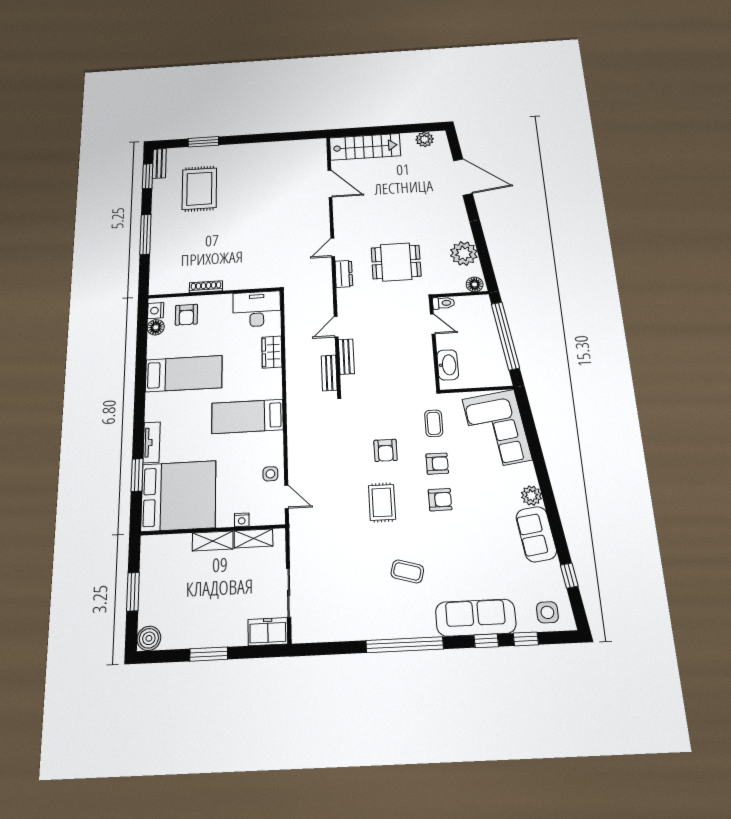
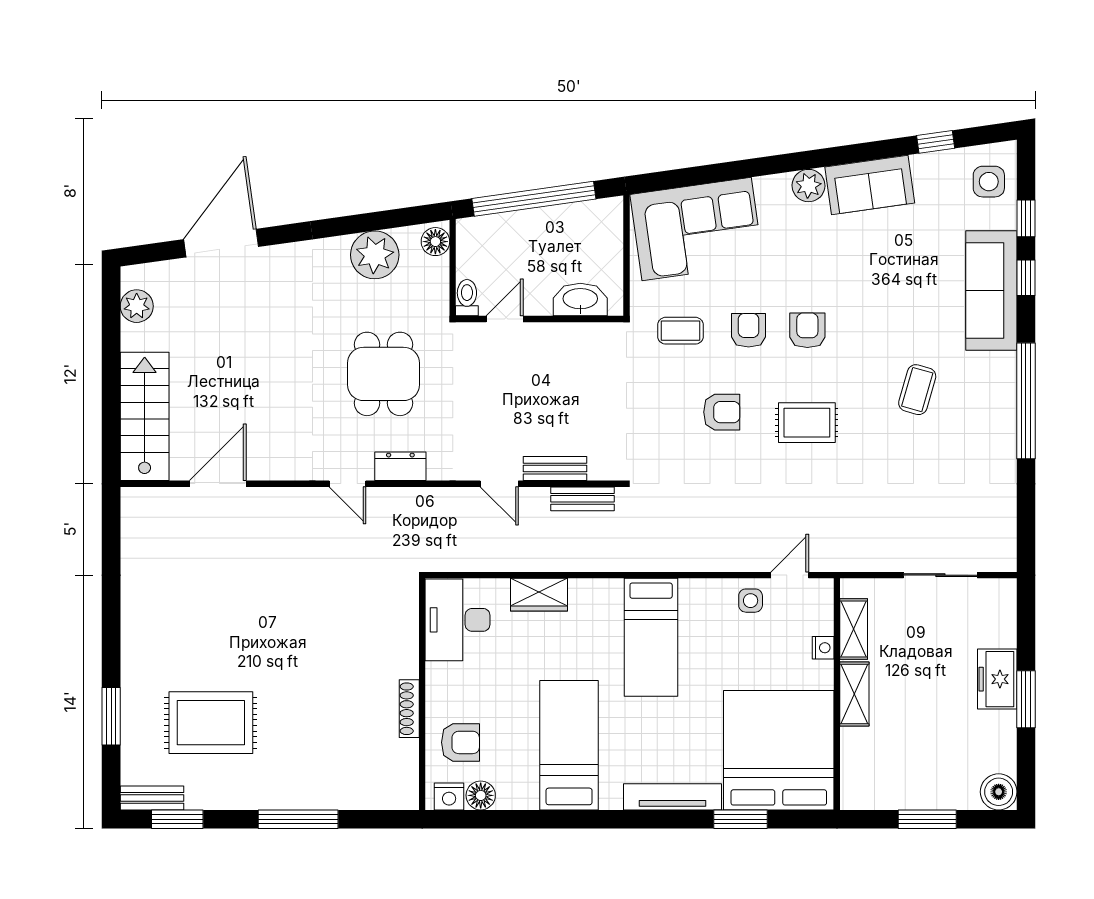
tv unit: (152, 442) -> (672, 797), width x1.41
freezer: (268, 632) -> (997, 679), moved

